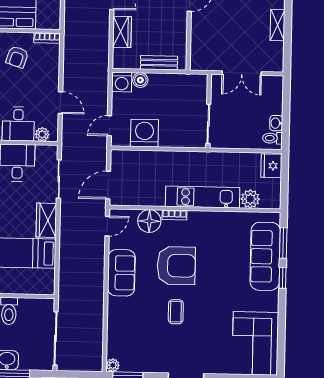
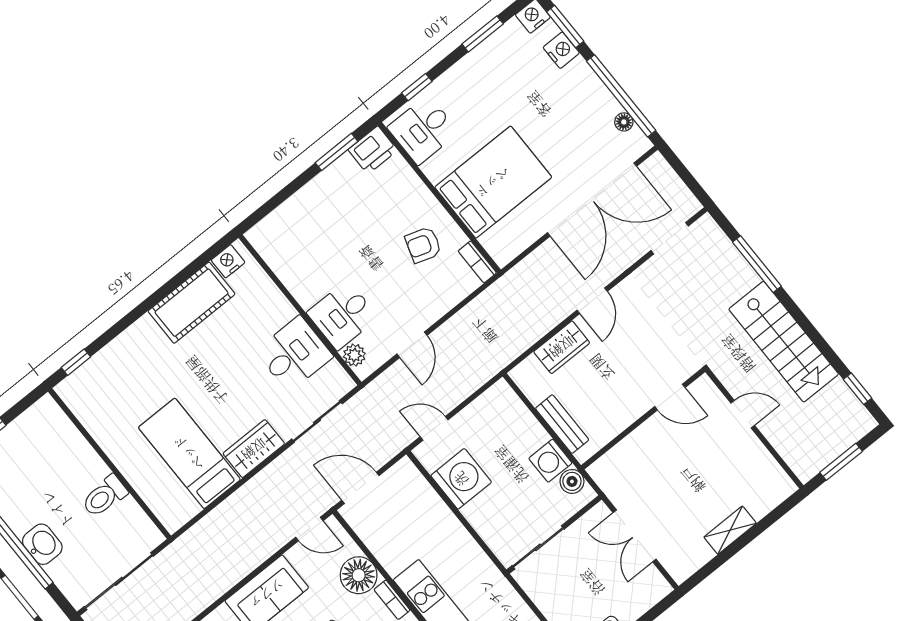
boiler: (140, 80) -> (572, 481), moved
washing machine: (122, 82) -> (550, 461), moved

